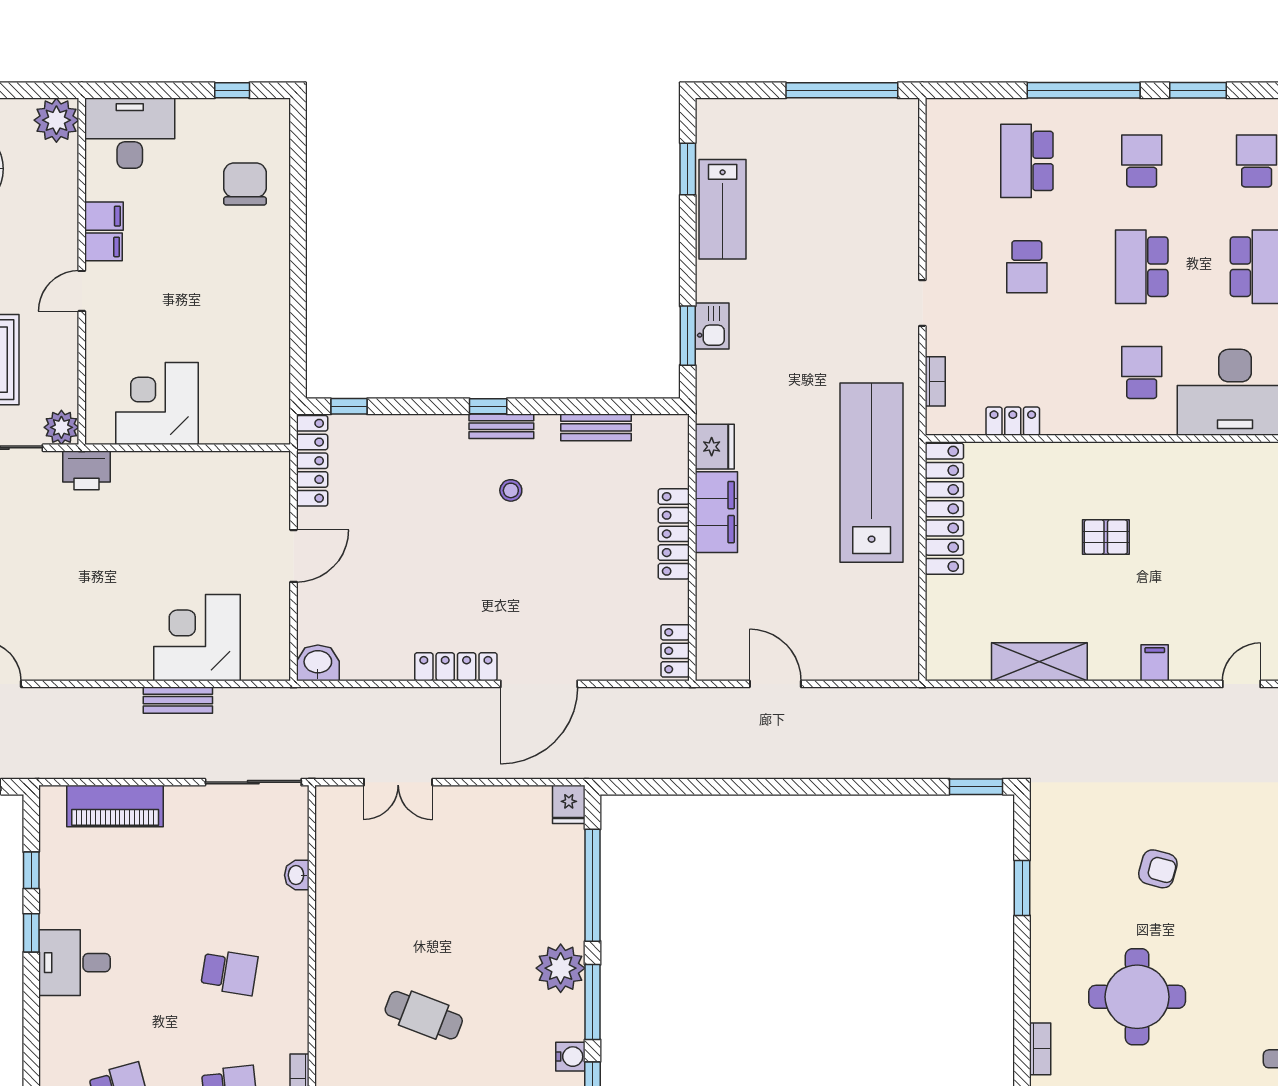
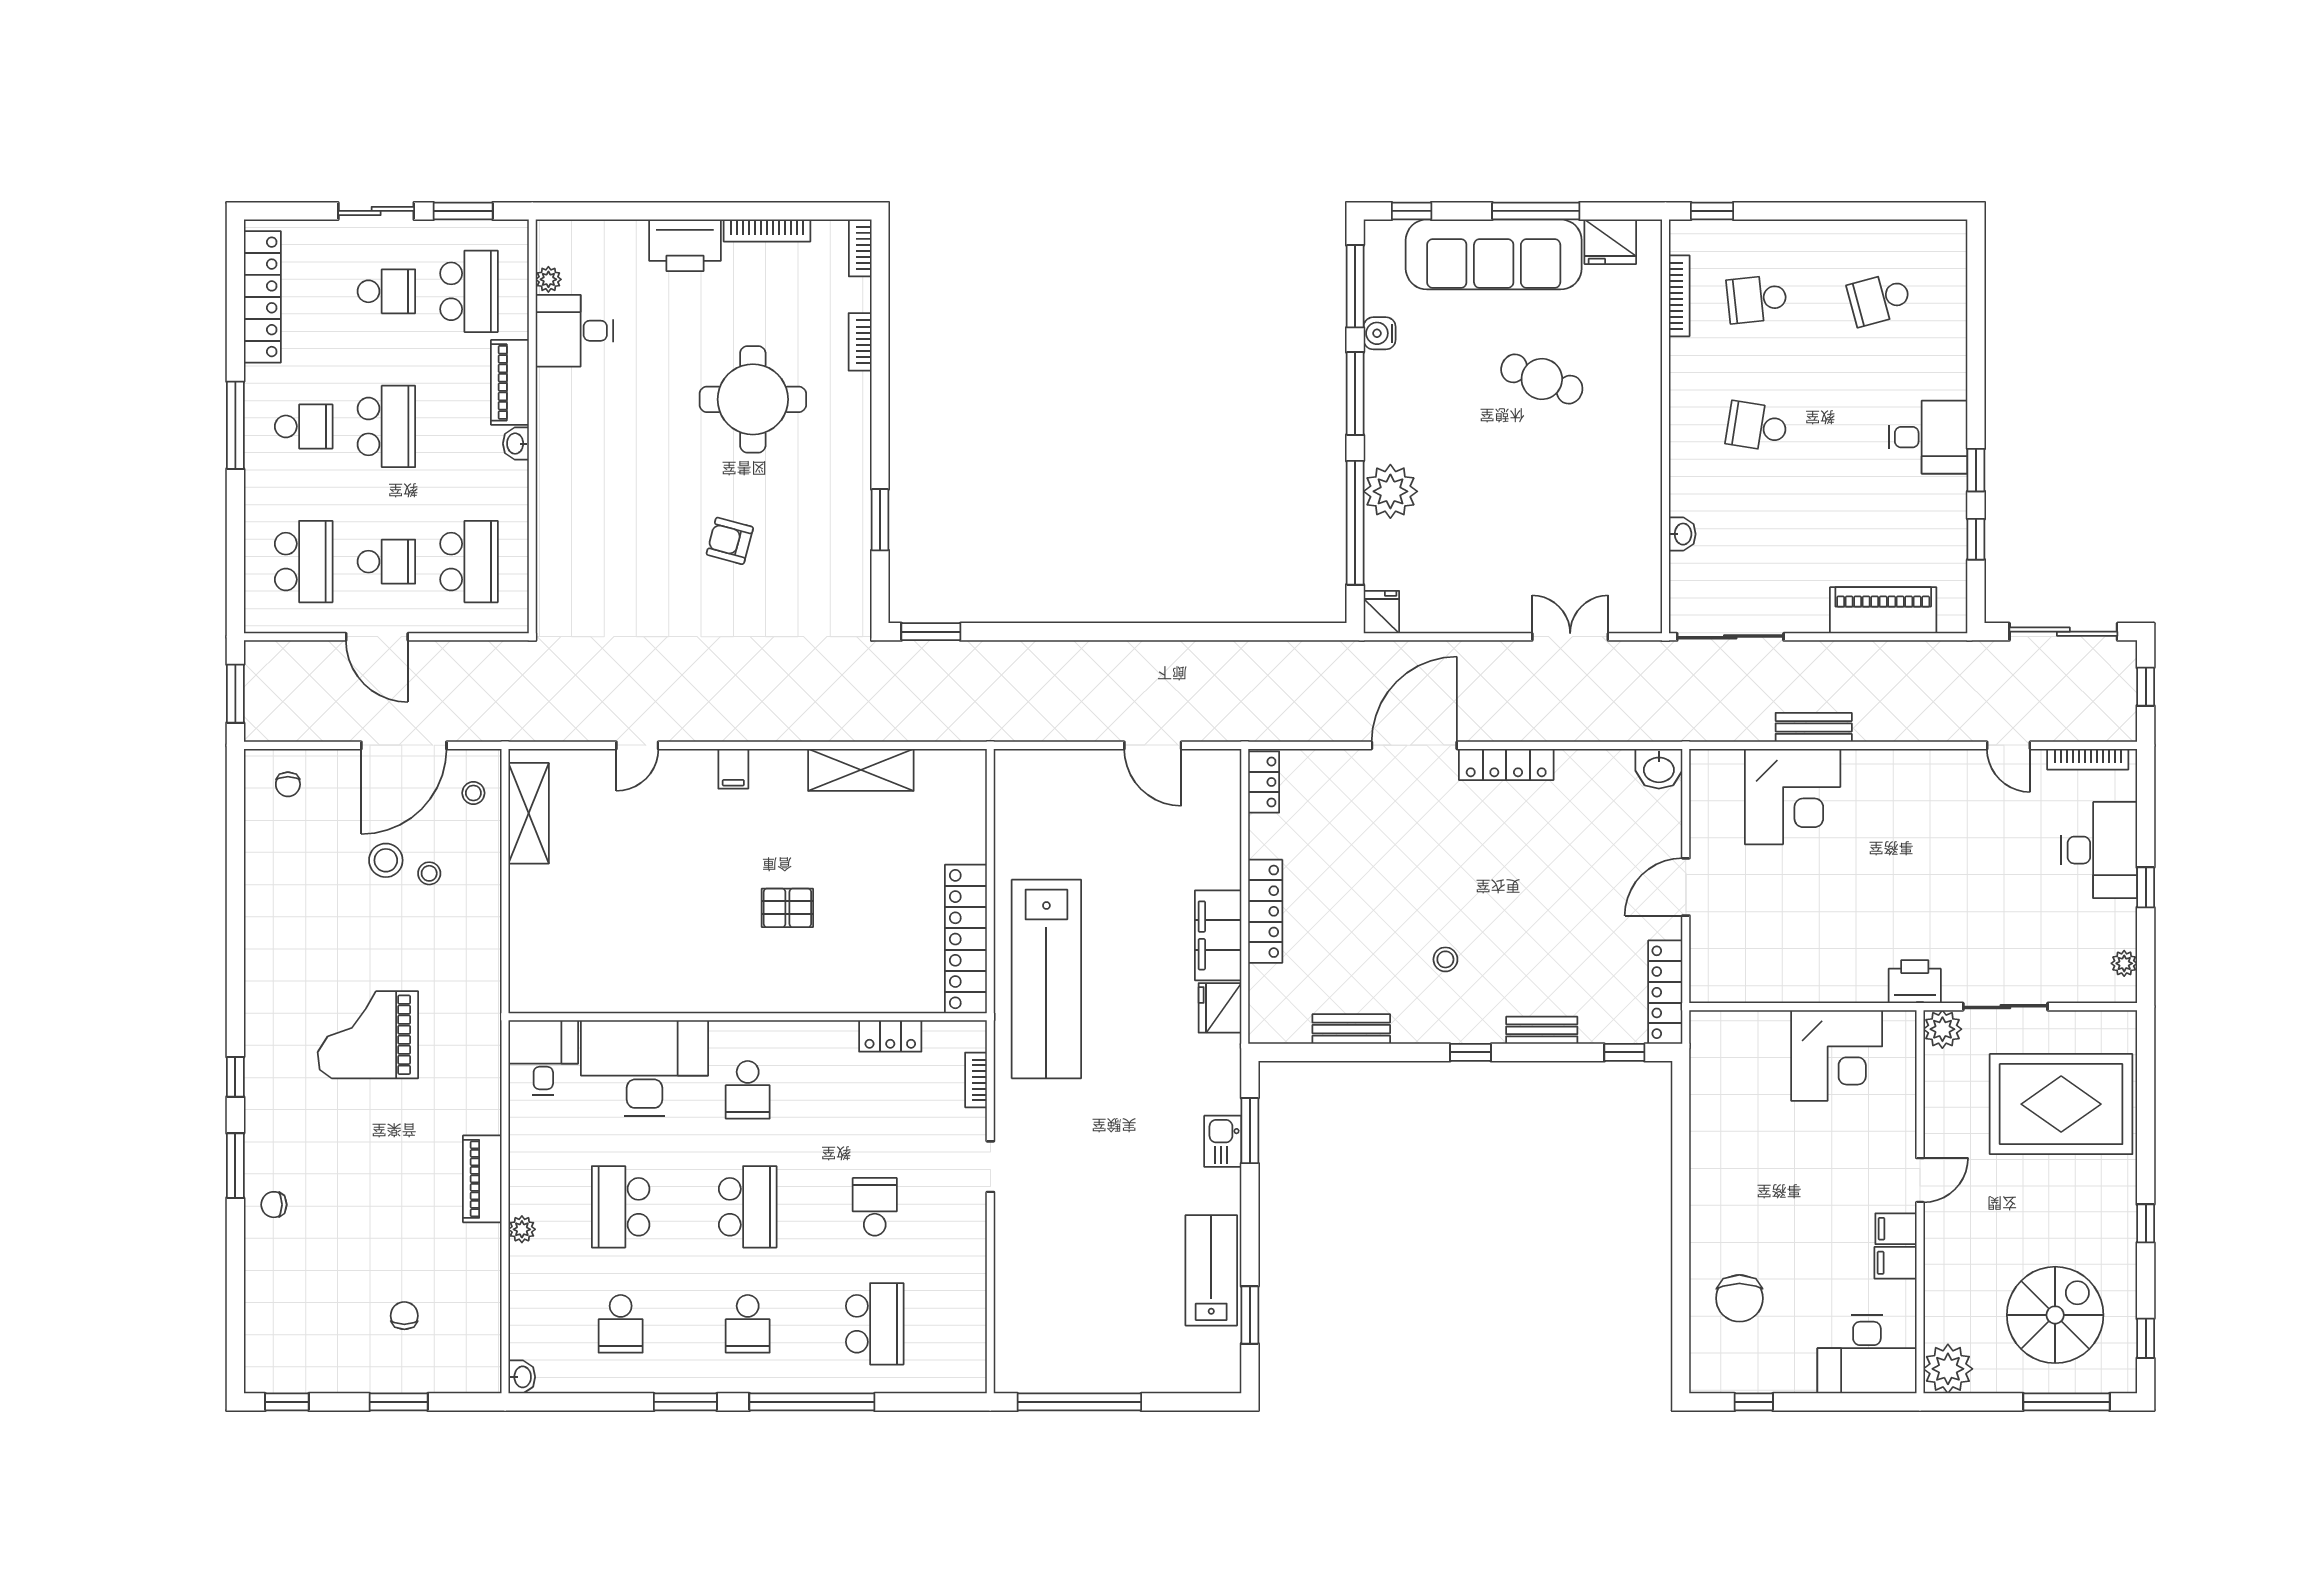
bench: (501, 426) -> (1542, 1030), moved
plant: (561, 968) -> (1390, 491), moved

